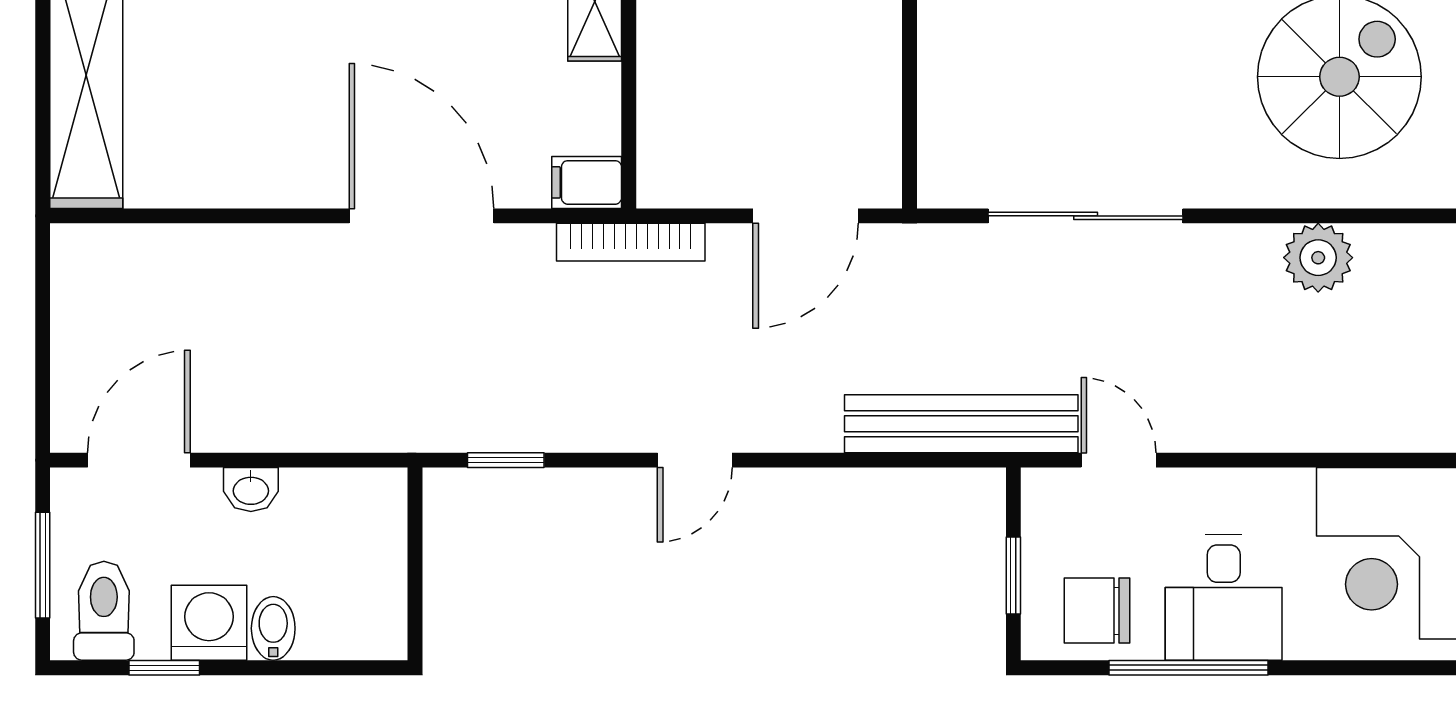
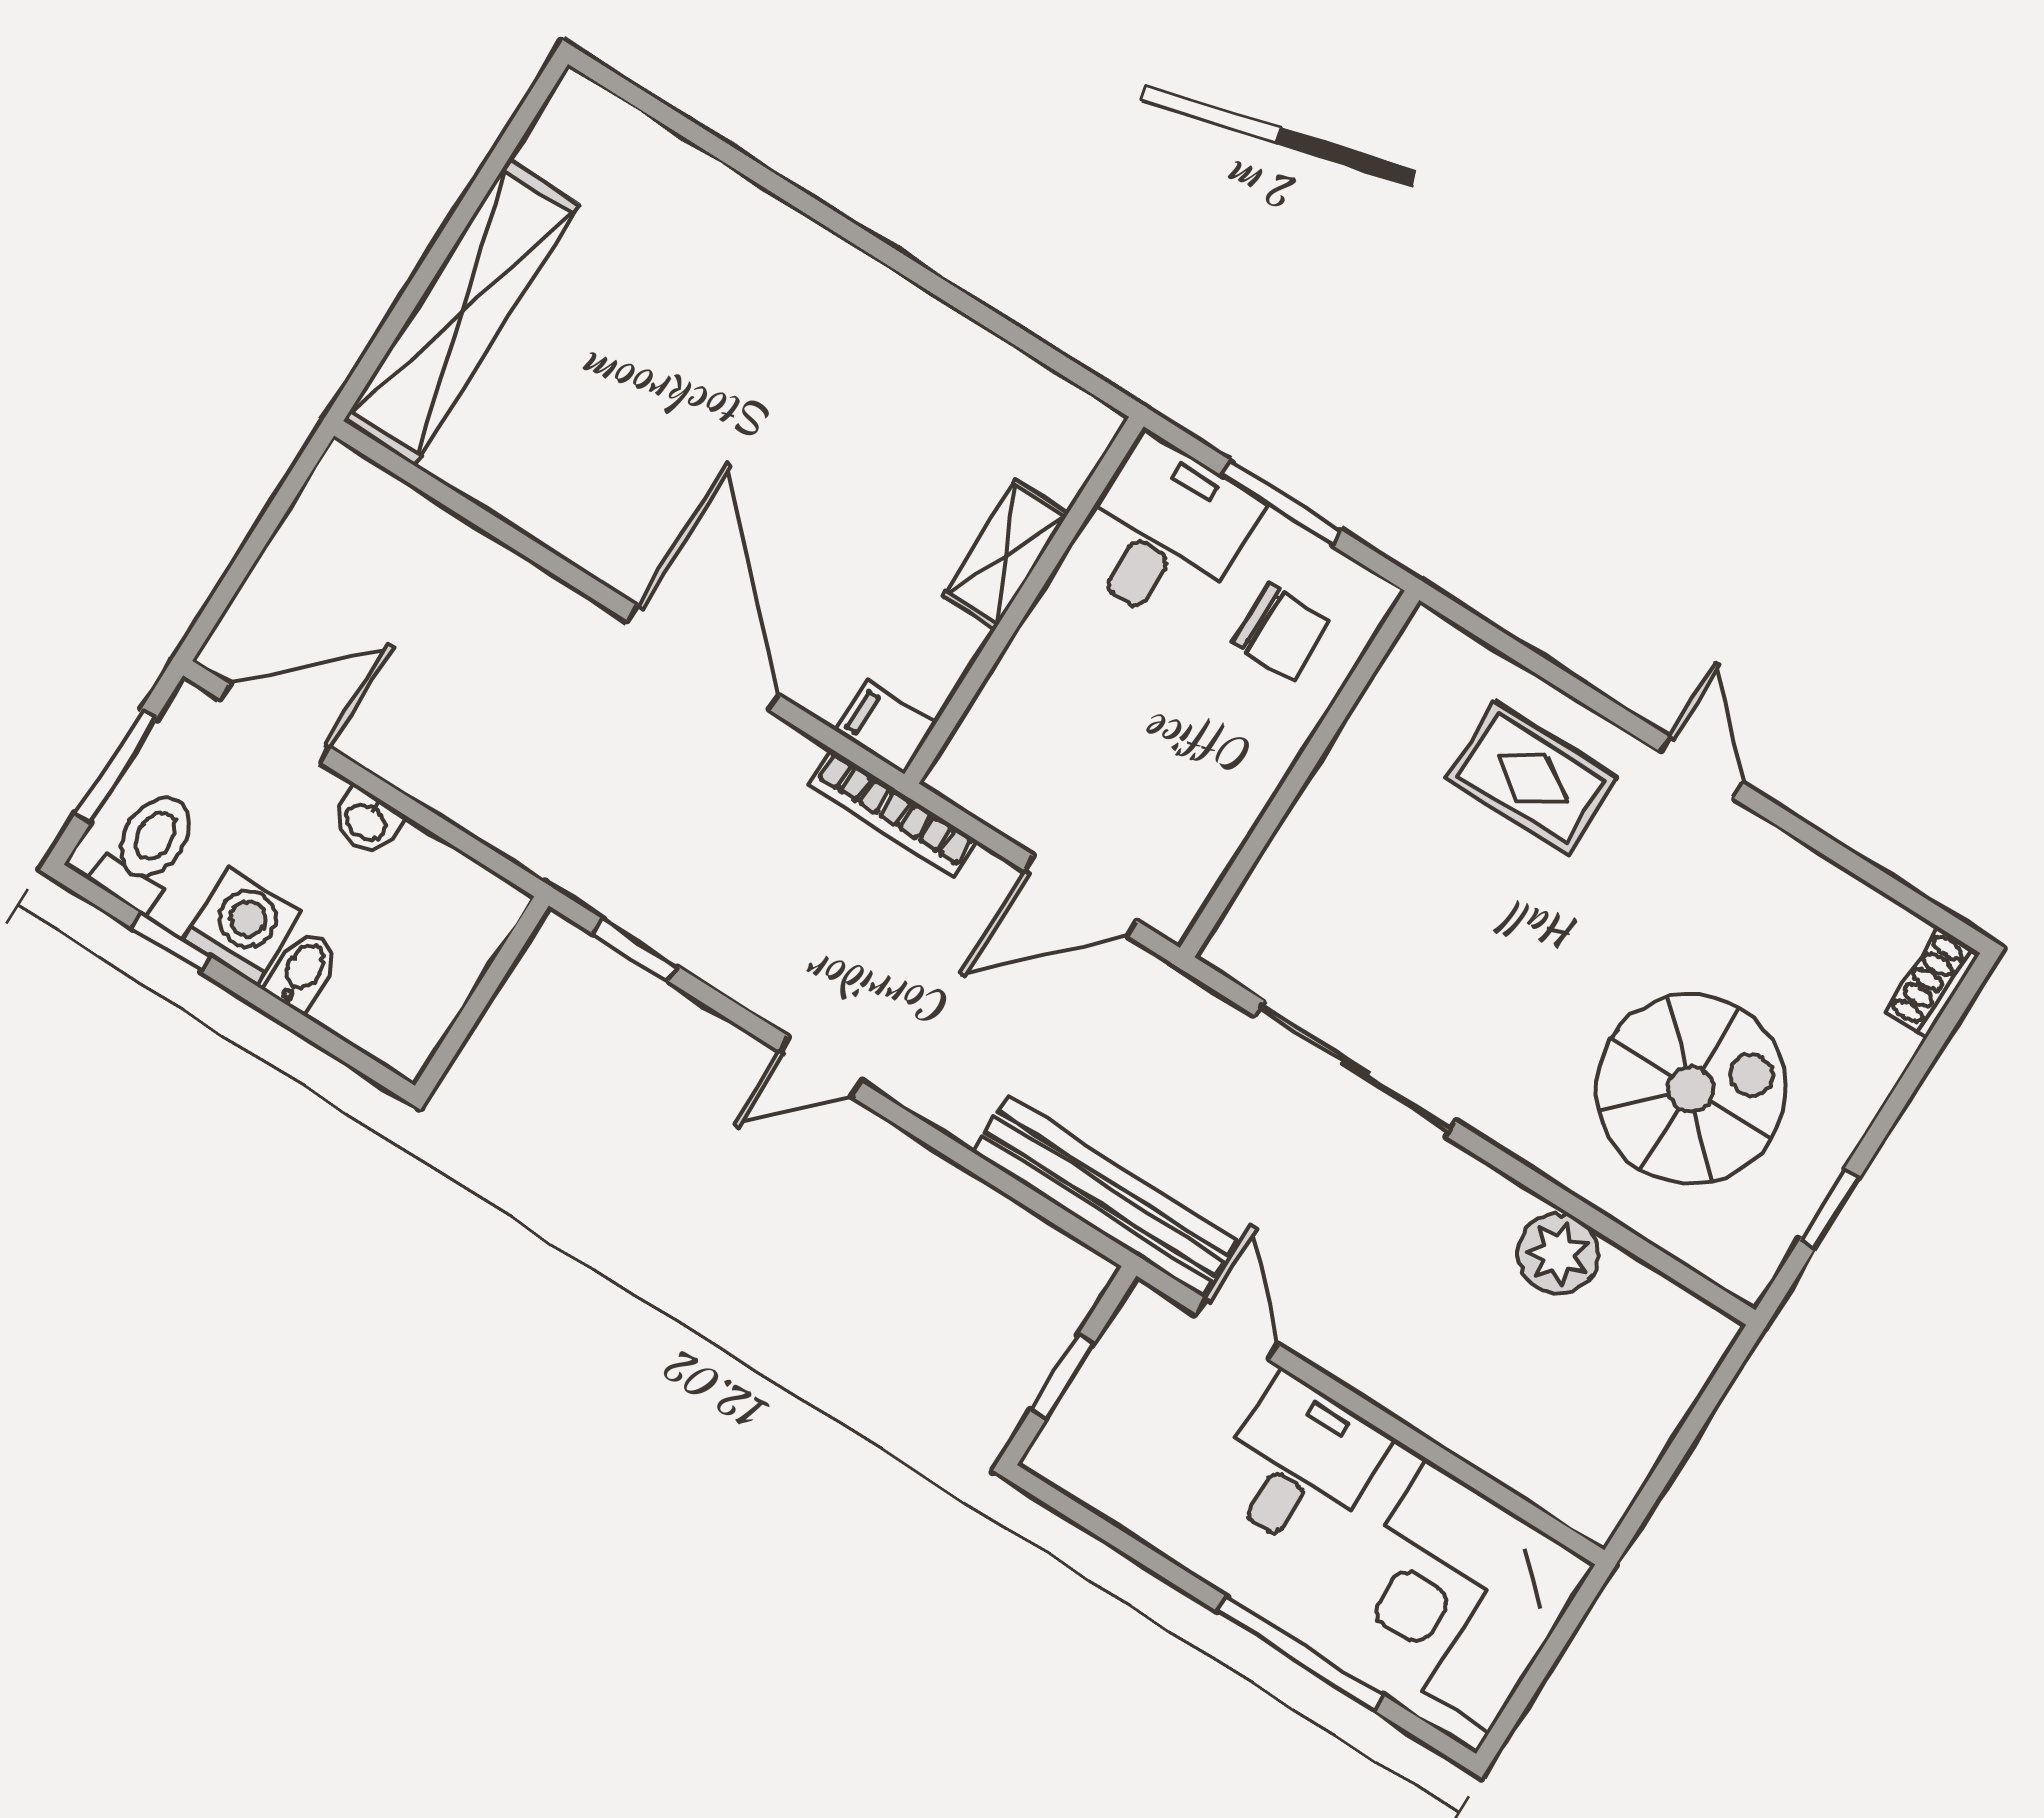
desk: (1224, 598) -> (1300, 1464), moved, turned 180
chair: (1097, 611) -> (1123, 1463), removed
window: (1189, 668) -> (1300, 1653), moved

